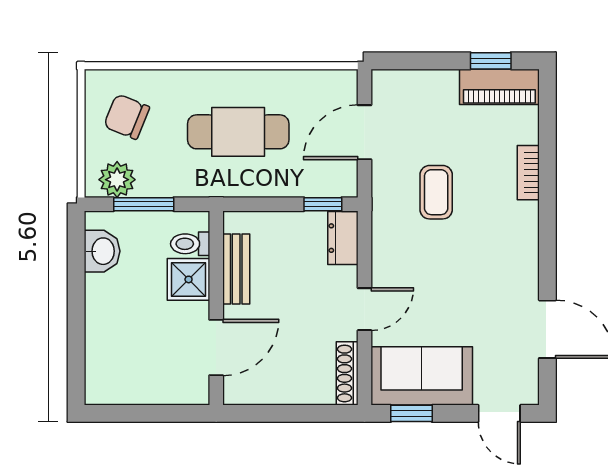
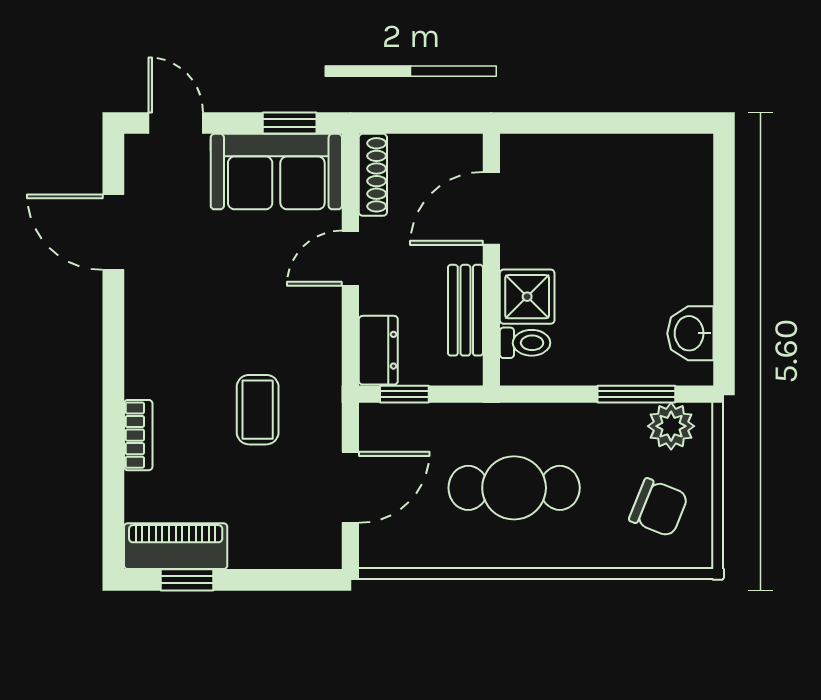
toilet: (190, 244) -> (525, 343), moved
bench: (236, 269) -> (465, 310), moved
shower: (189, 279) -> (527, 297), moved
wall: (216, 308) -> (491, 260), moved
door: (216, 348) -> (491, 208), moved

